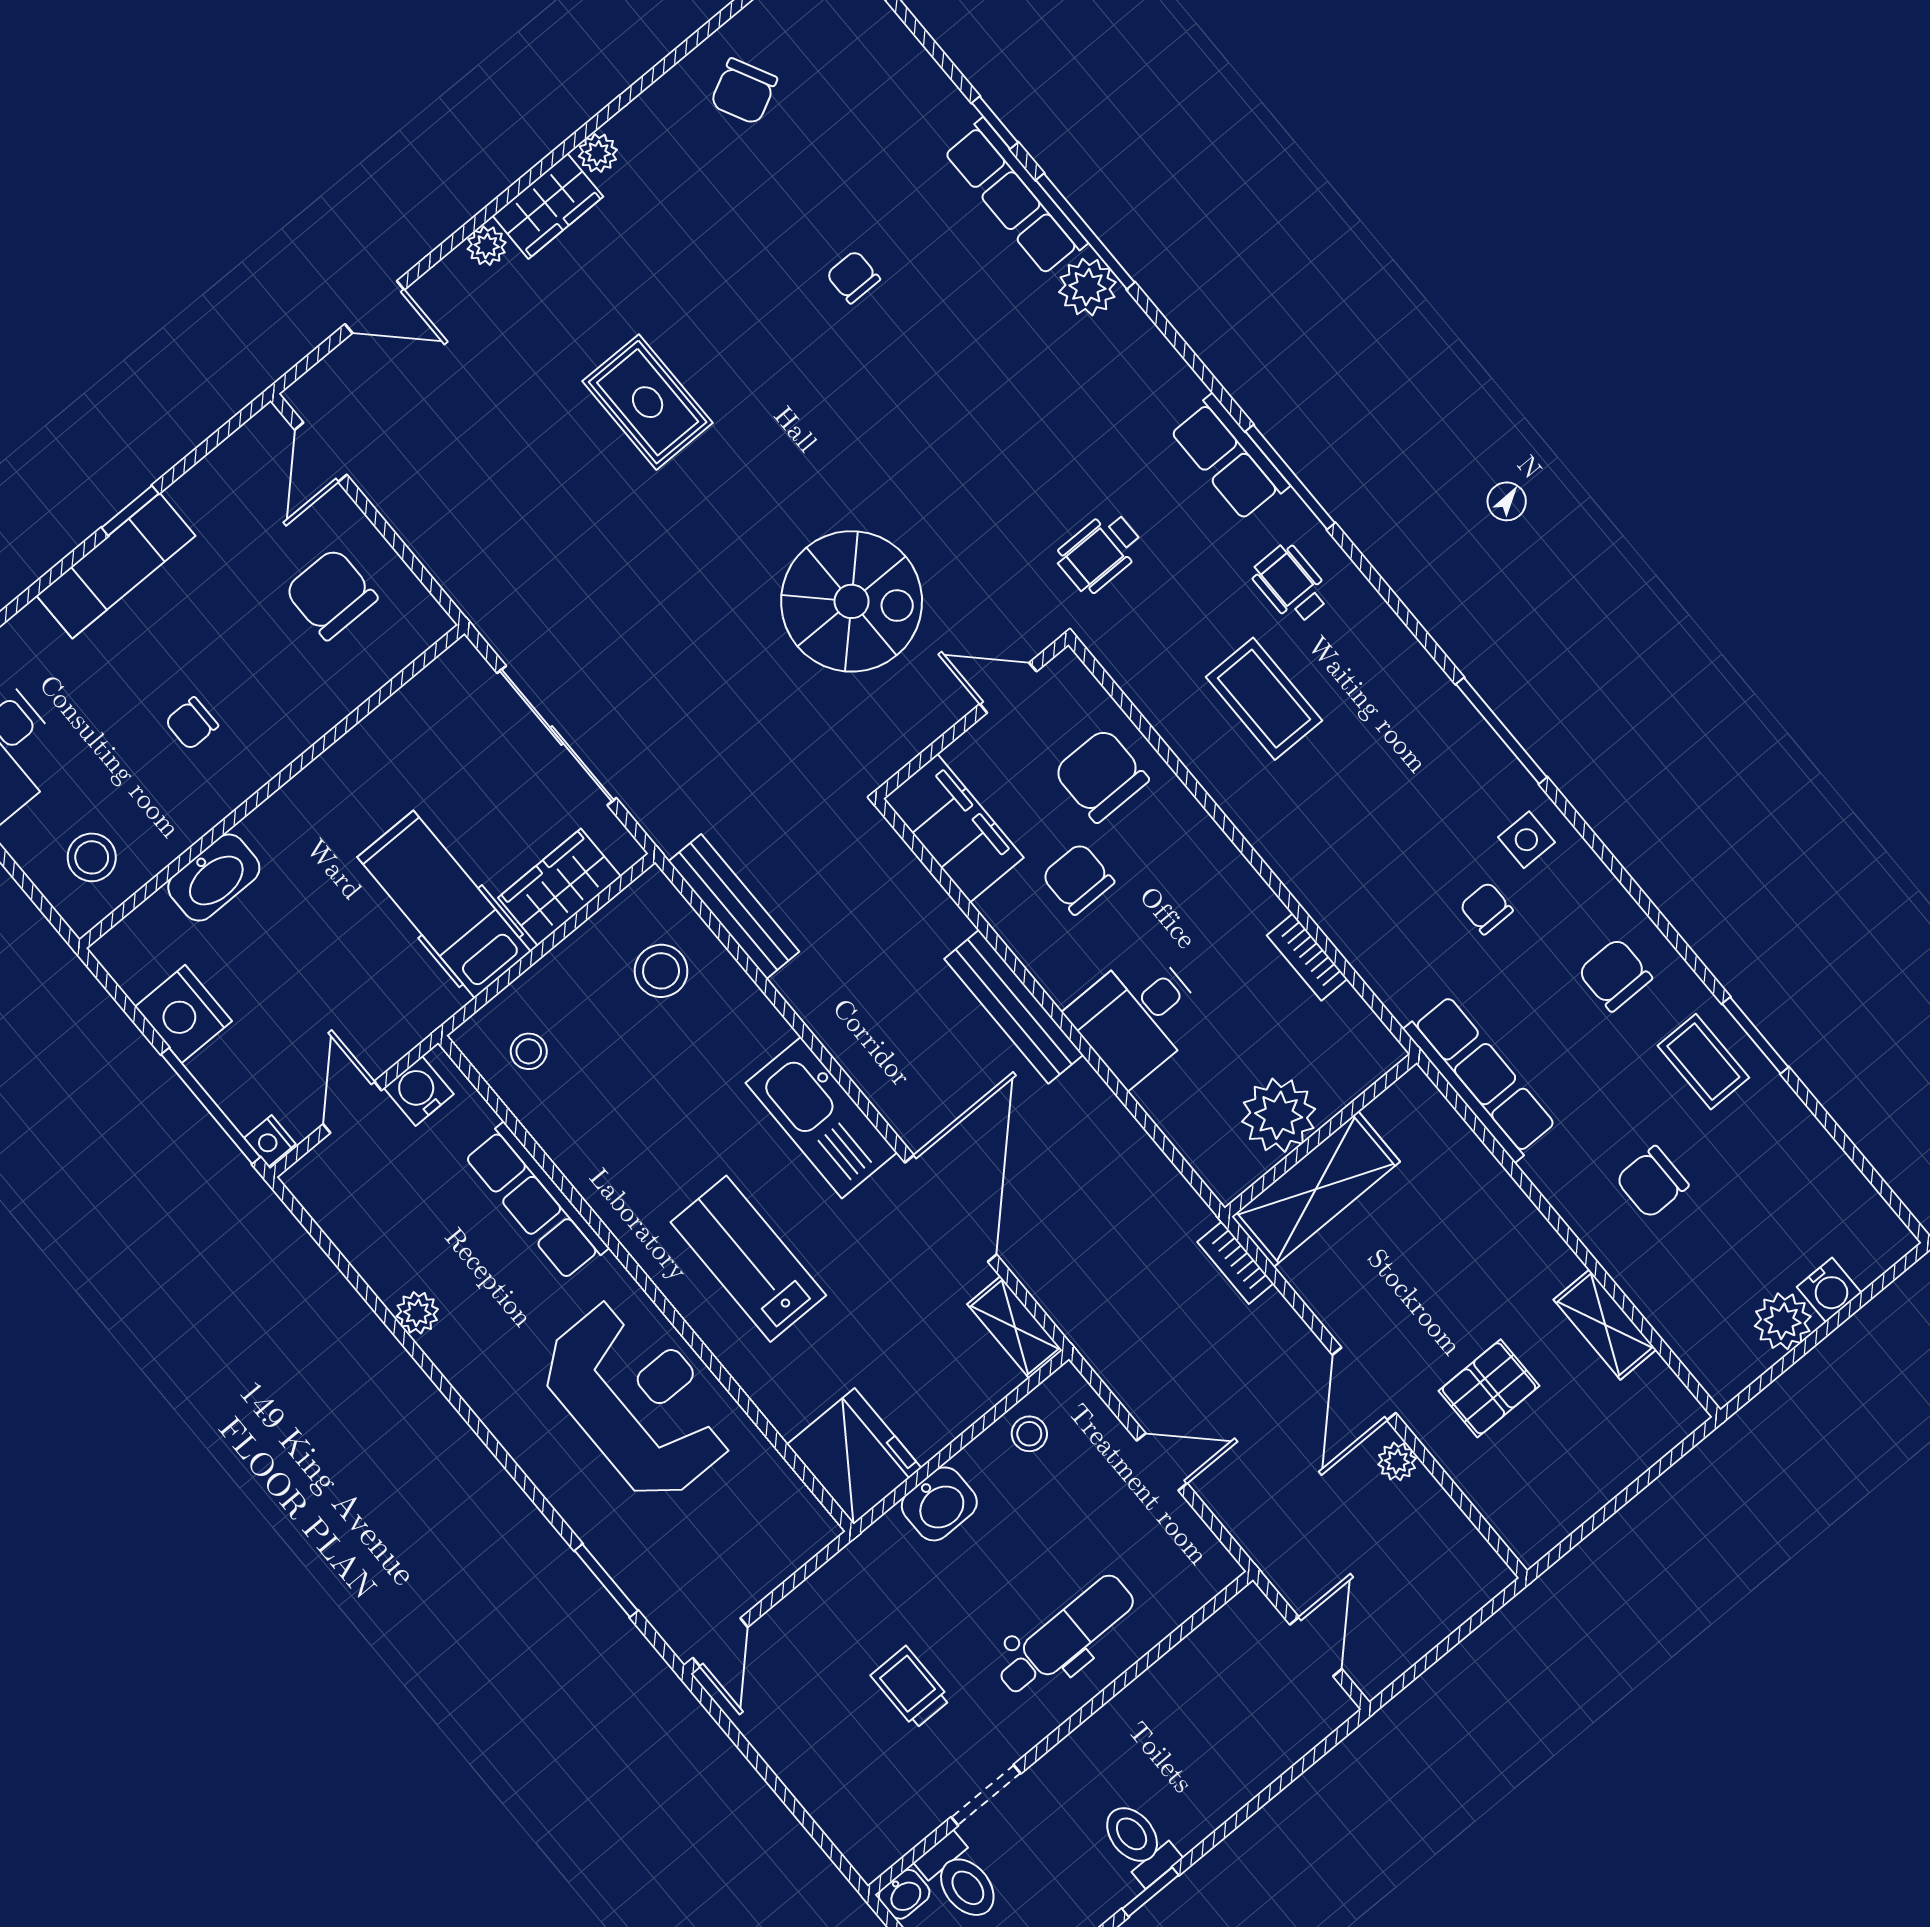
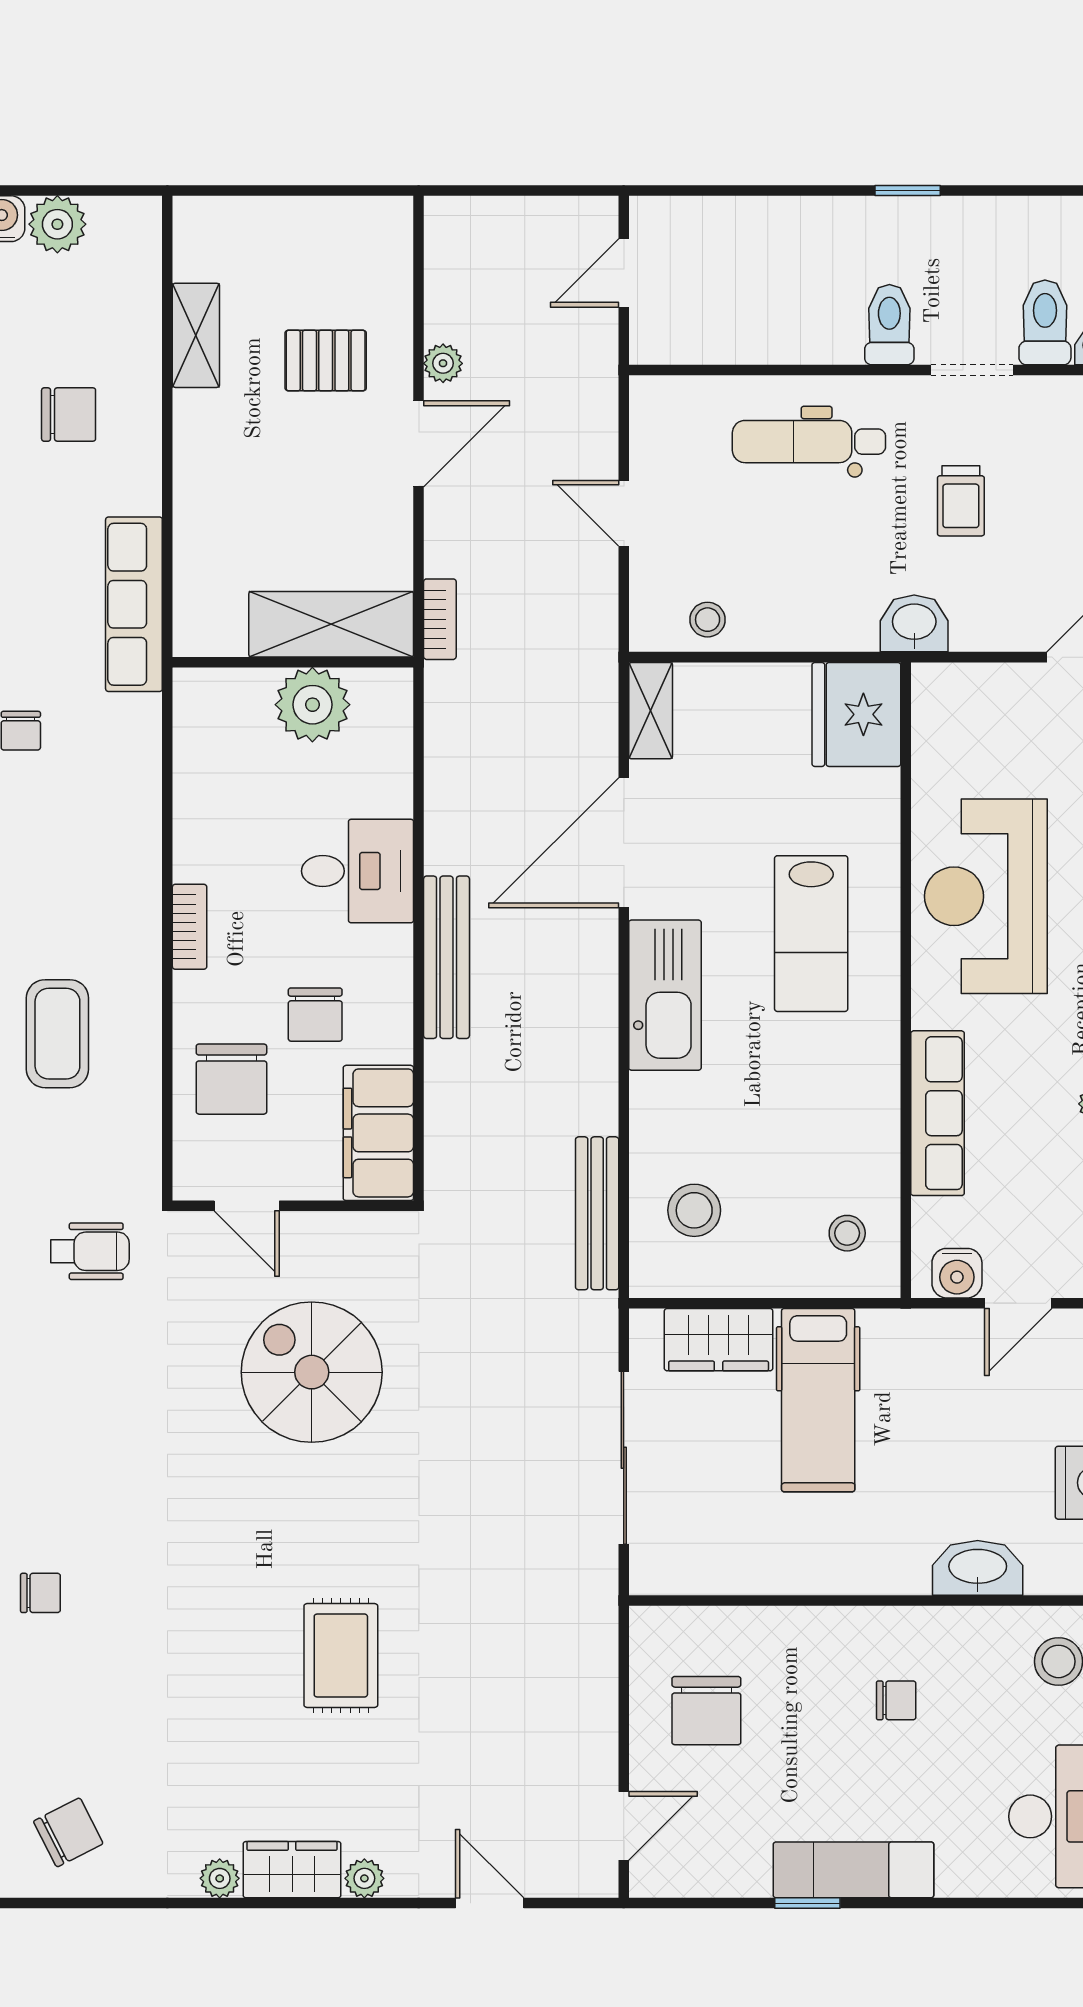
chair: (853, 277) -> (40, 1593), moved, turned -90
bookcase: (1307, 957) -> (190, 927), moved
washbasin: (939, 1504) -> (914, 623), moved
toilet: (1139, 1843) -> (889, 325), moved, turned 180

